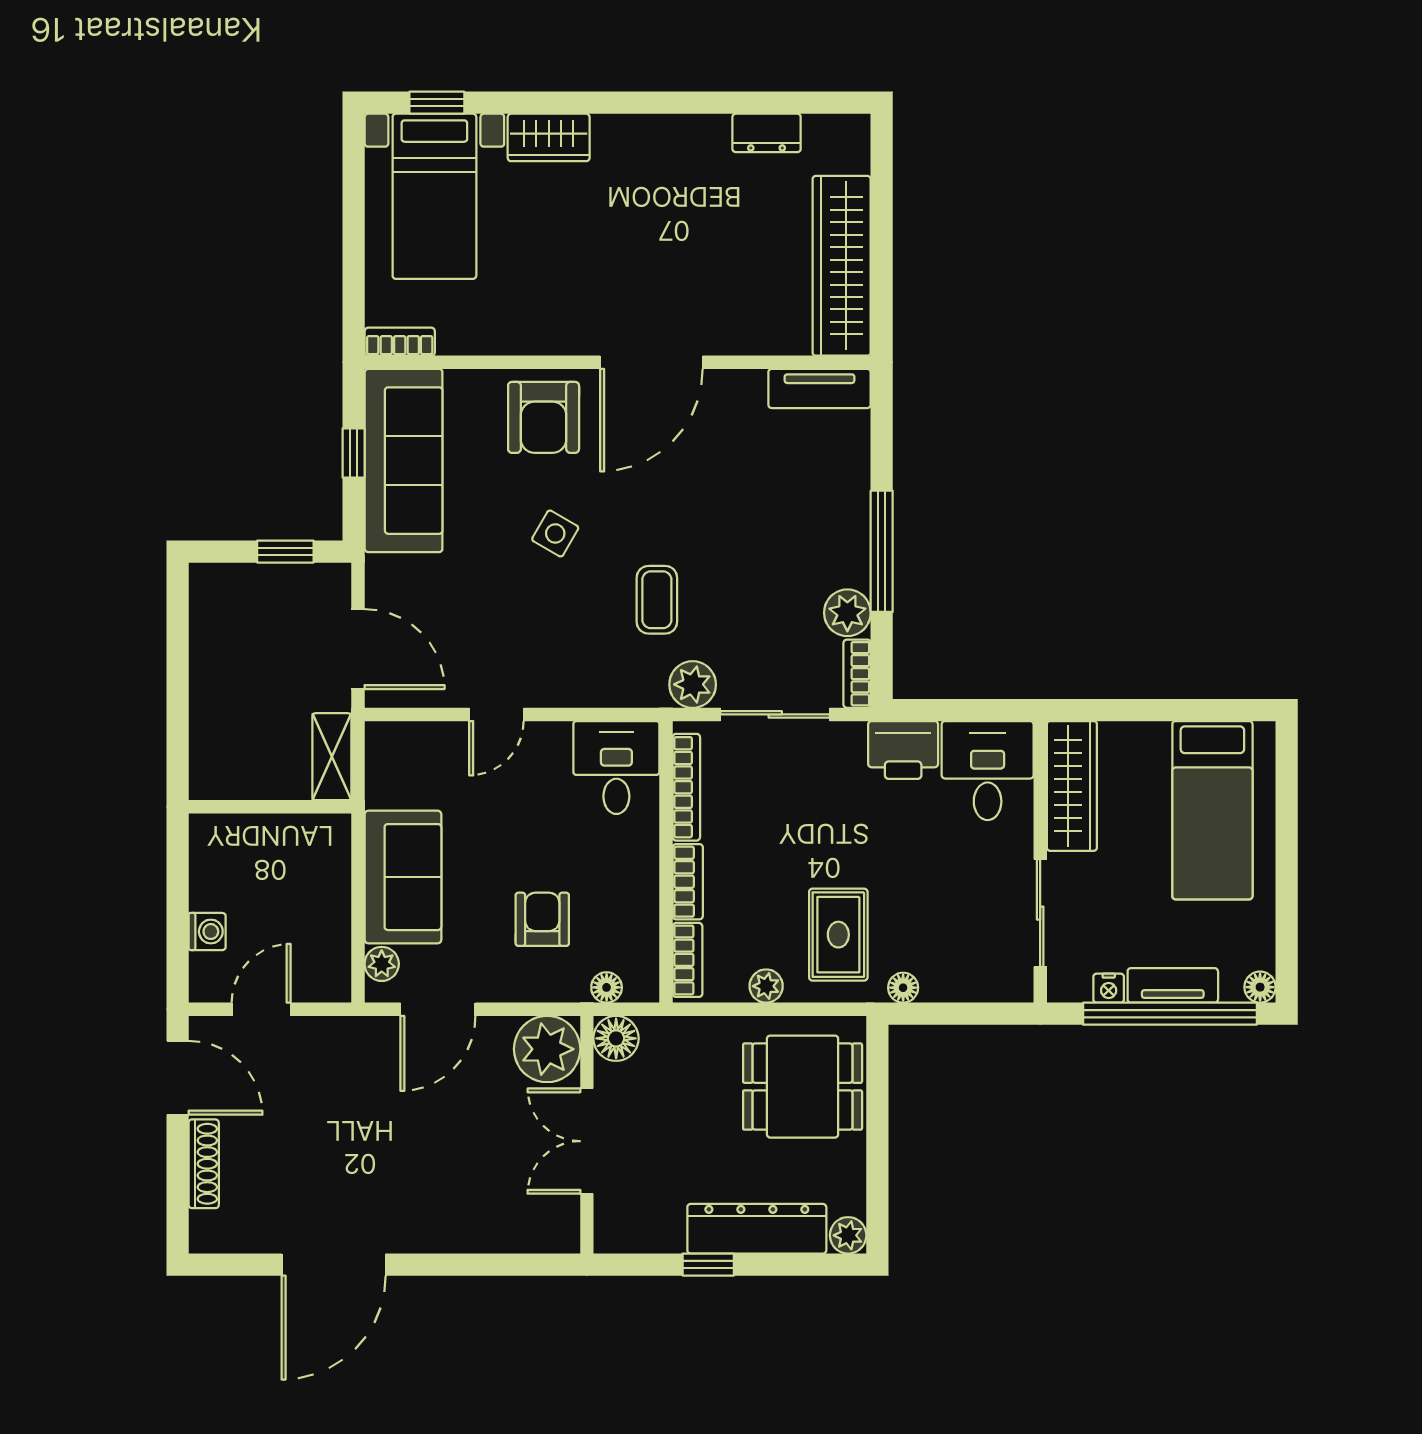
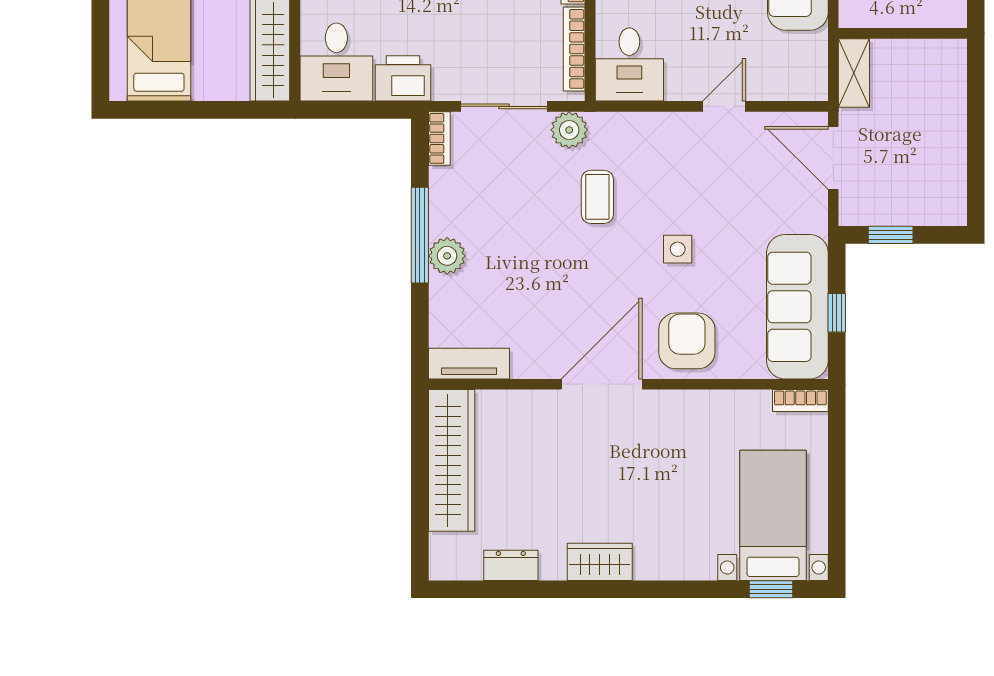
wardrobe: (549, 137) -> (600, 562), moved
side table: (555, 533) -> (678, 249), turned -30
plant: (847, 613) -> (447, 256), moved

